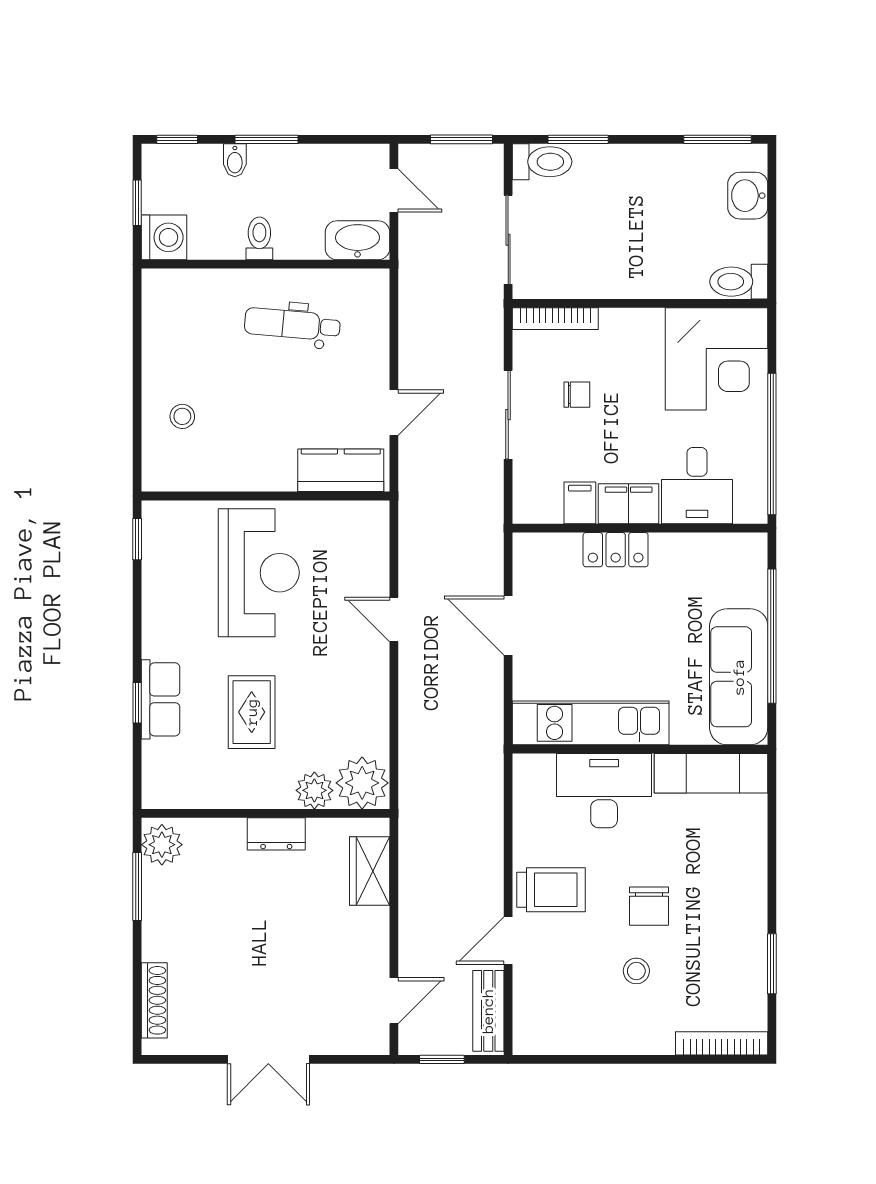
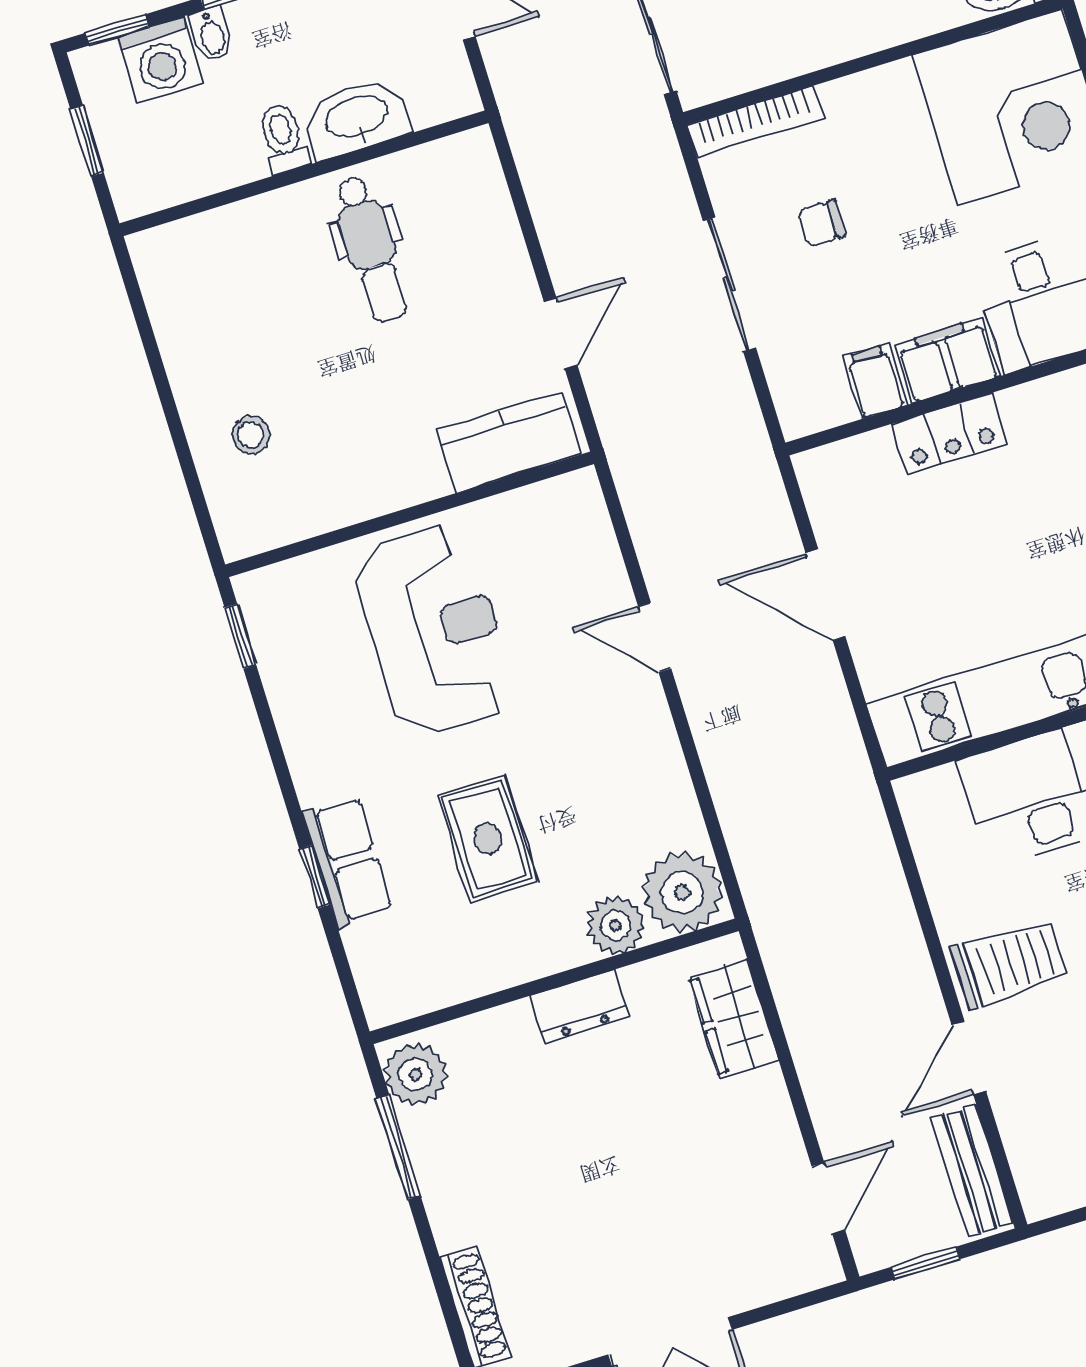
washing machine: (164, 237) -> (160, 60), moved, turned 90
washbasin: (358, 240) -> (357, 118), moved
dental chair: (292, 324) -> (371, 249), turned -95
chair: (577, 395) -> (822, 223), turned 180

